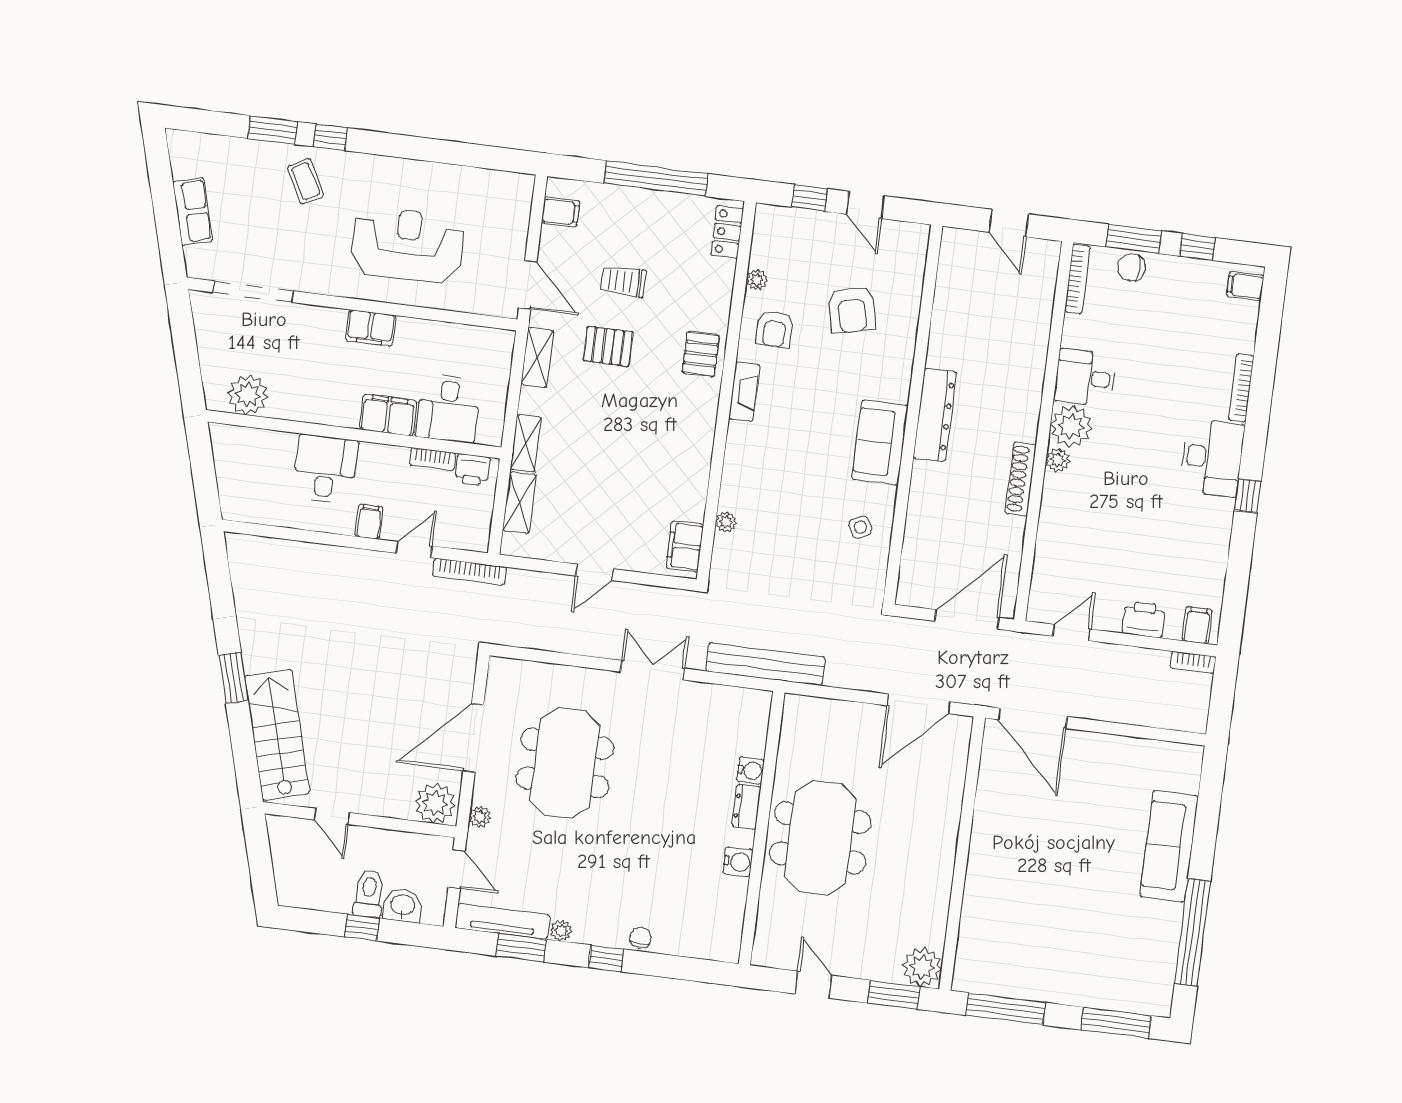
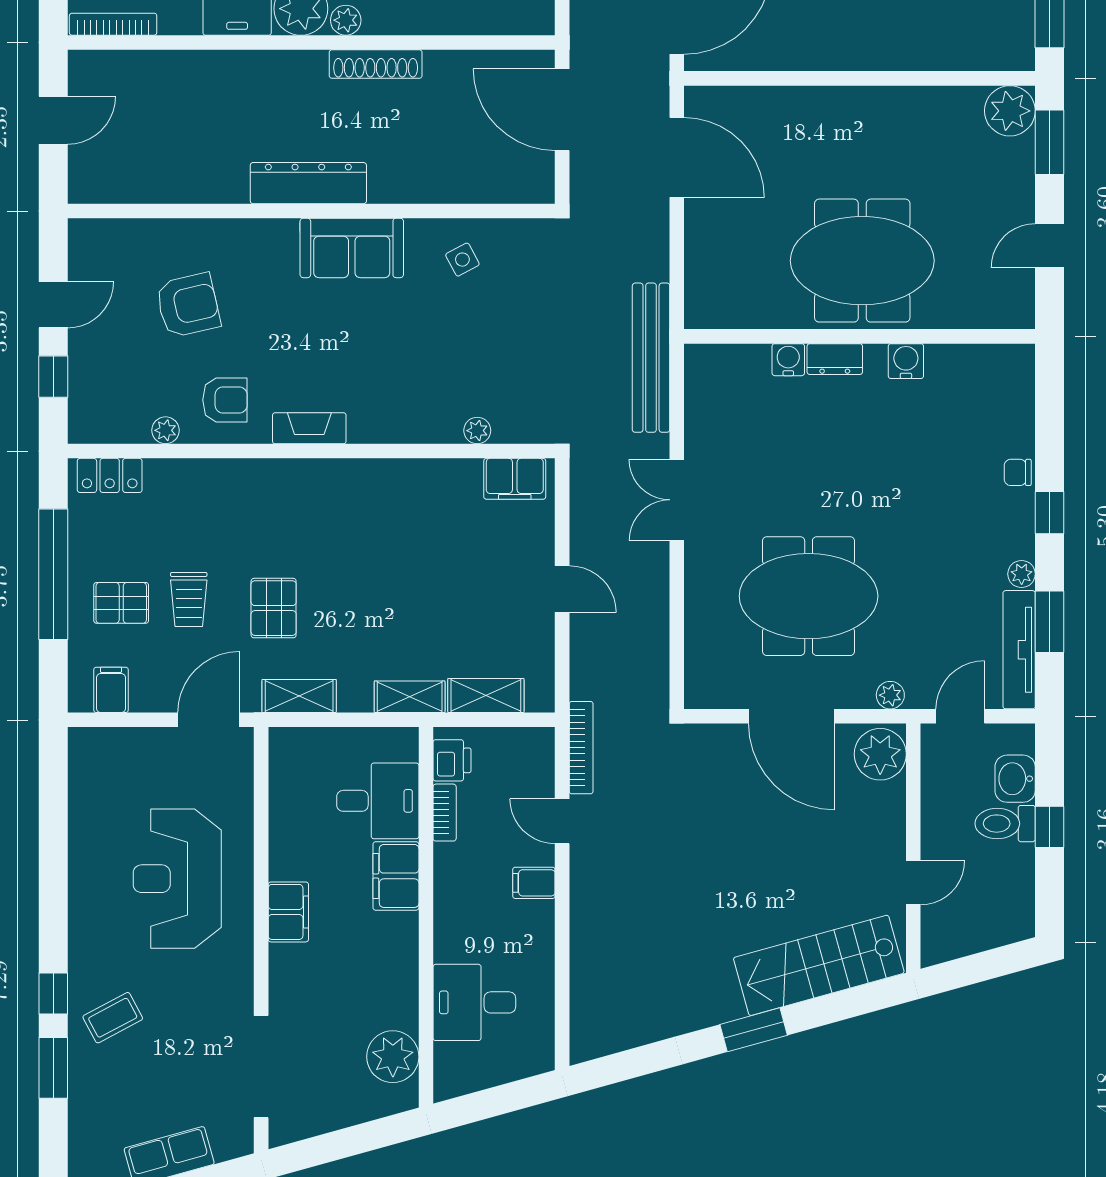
pallet: (701, 354) -> (121, 603), moved
desk: (325, 469) -> (474, 1002), moved

